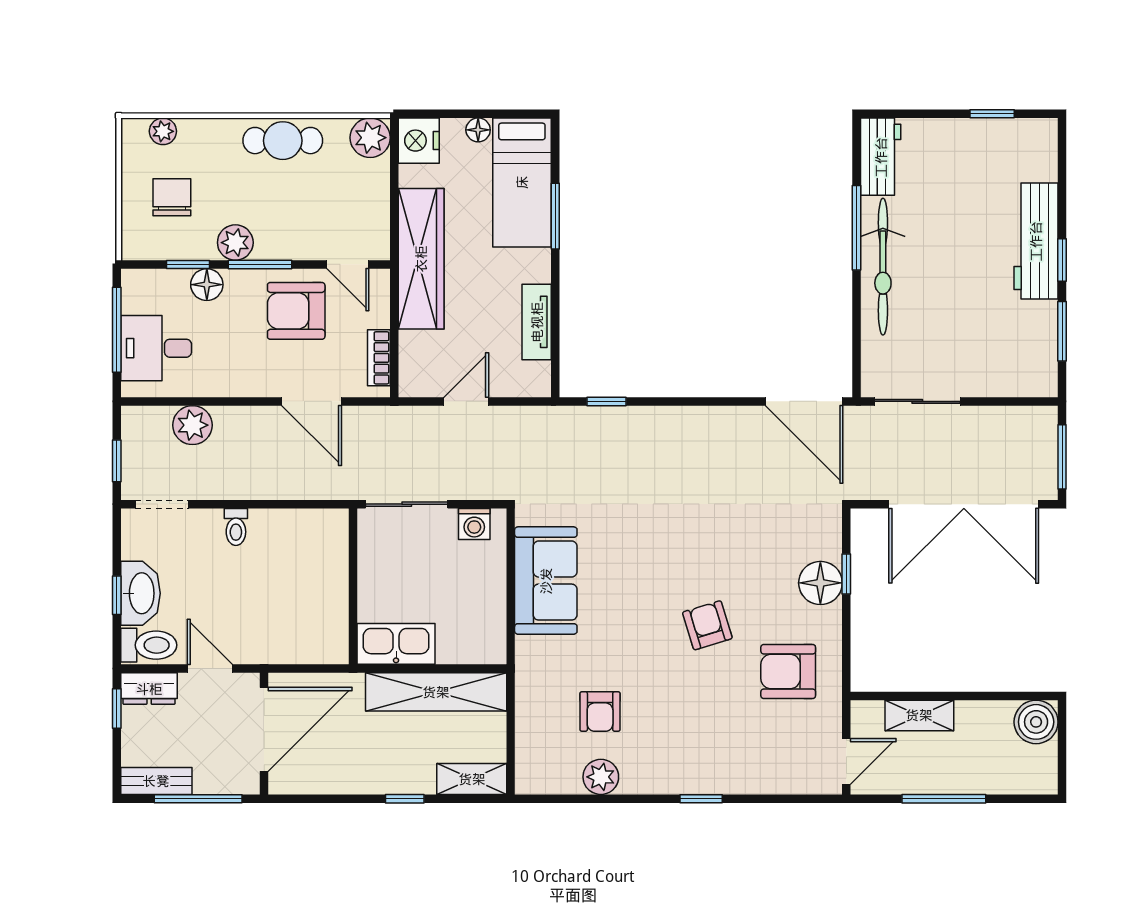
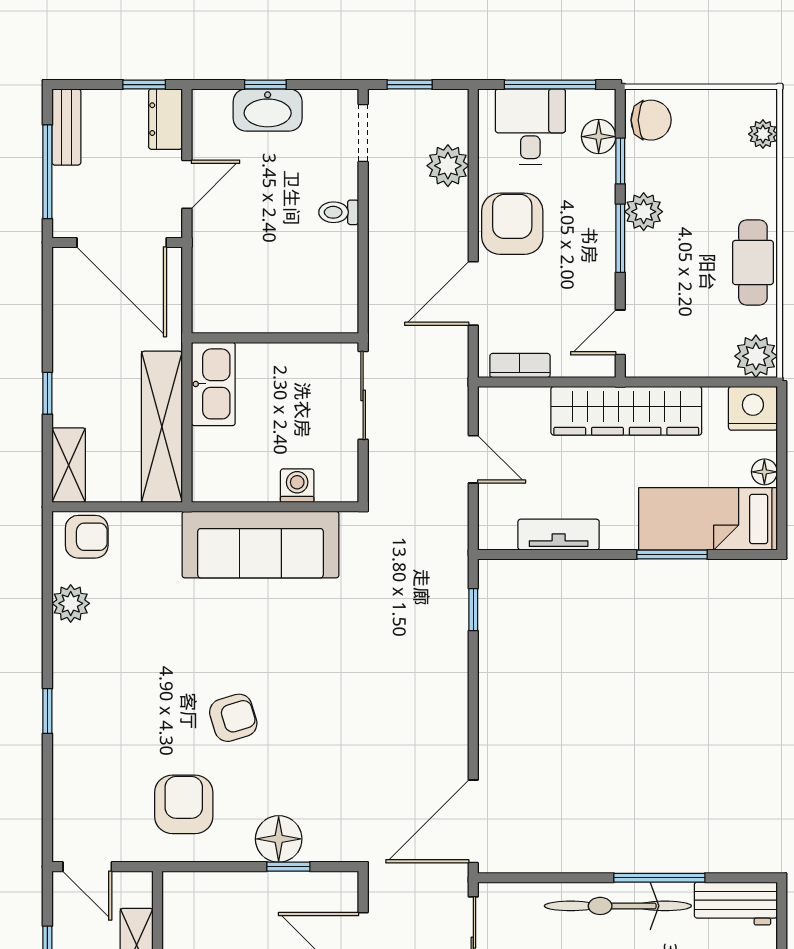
chair: (172, 197) -> (651, 120), moved
floor lamp: (207, 285) -> (599, 137), moved
armchair: (296, 311) -> (512, 224), moved
washing machine: (474, 524) -> (297, 486), moved, turned 90
sofa: (546, 581) -> (260, 545), width x1.36
toilet: (149, 645) -> (212, 119), removed
armchair: (600, 711) -> (87, 537), moved, turned 180

